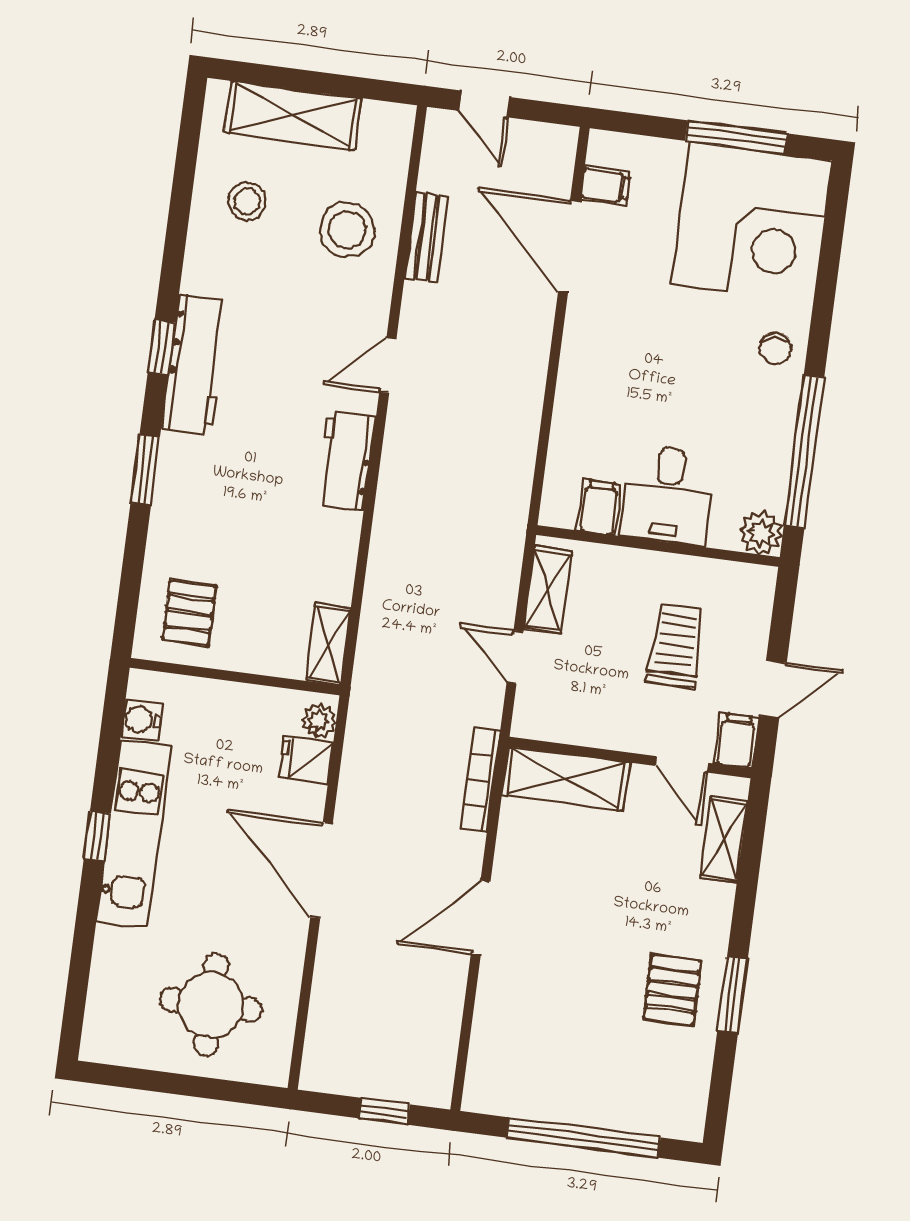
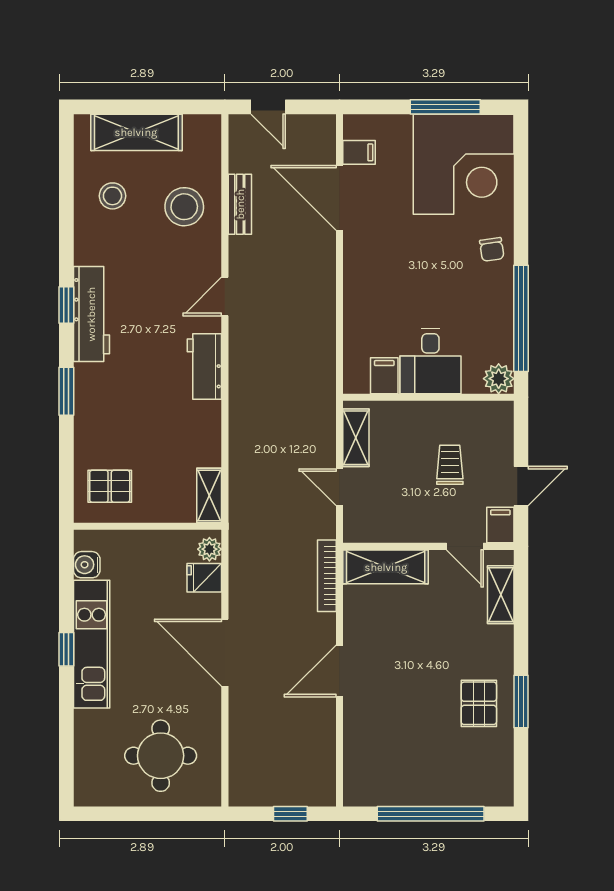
pallet: (189, 613) -> (110, 486), turned 90
trolley: (676, 646) -> (450, 465), width x0.73, depth x0.72

